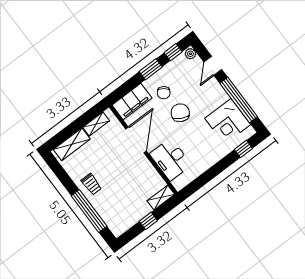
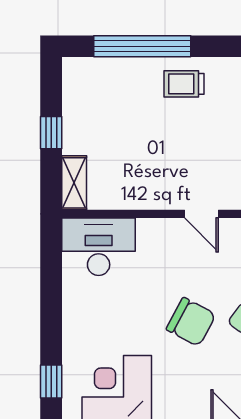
door: (136, 140) -> (201, 214), width x0.53
desk: (170, 159) -> (99, 247), moved

